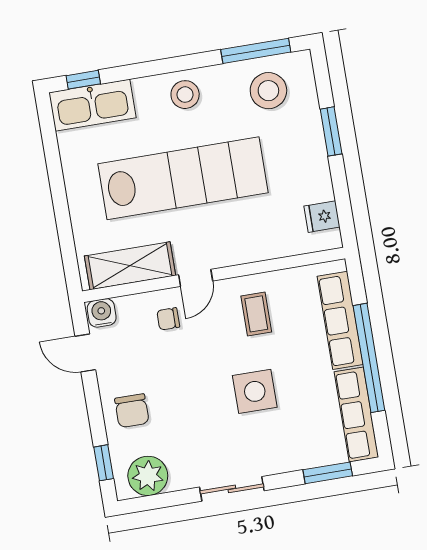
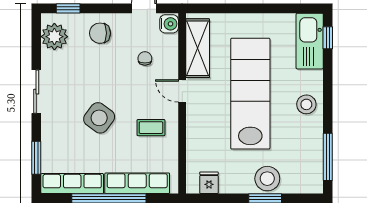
stool: (268, 91) -> (267, 179), moved
lab bench: (183, 178) -> (250, 94), turned 180
chair: (168, 319) -> (145, 58), moved
side table: (255, 391) -> (99, 118), turned 36

